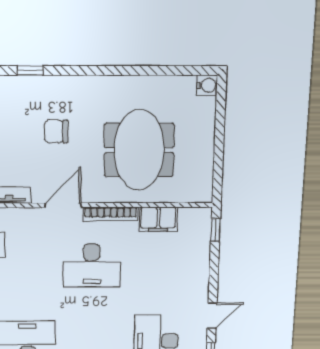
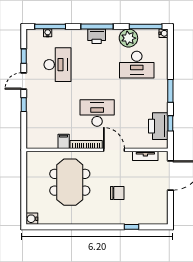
door: (63, 205) -> (114, 150), swing flipped
filing cabinet: (158, 219) -> (64, 141), width x0.50
window: (216, 230) -> (24, 105), moved

